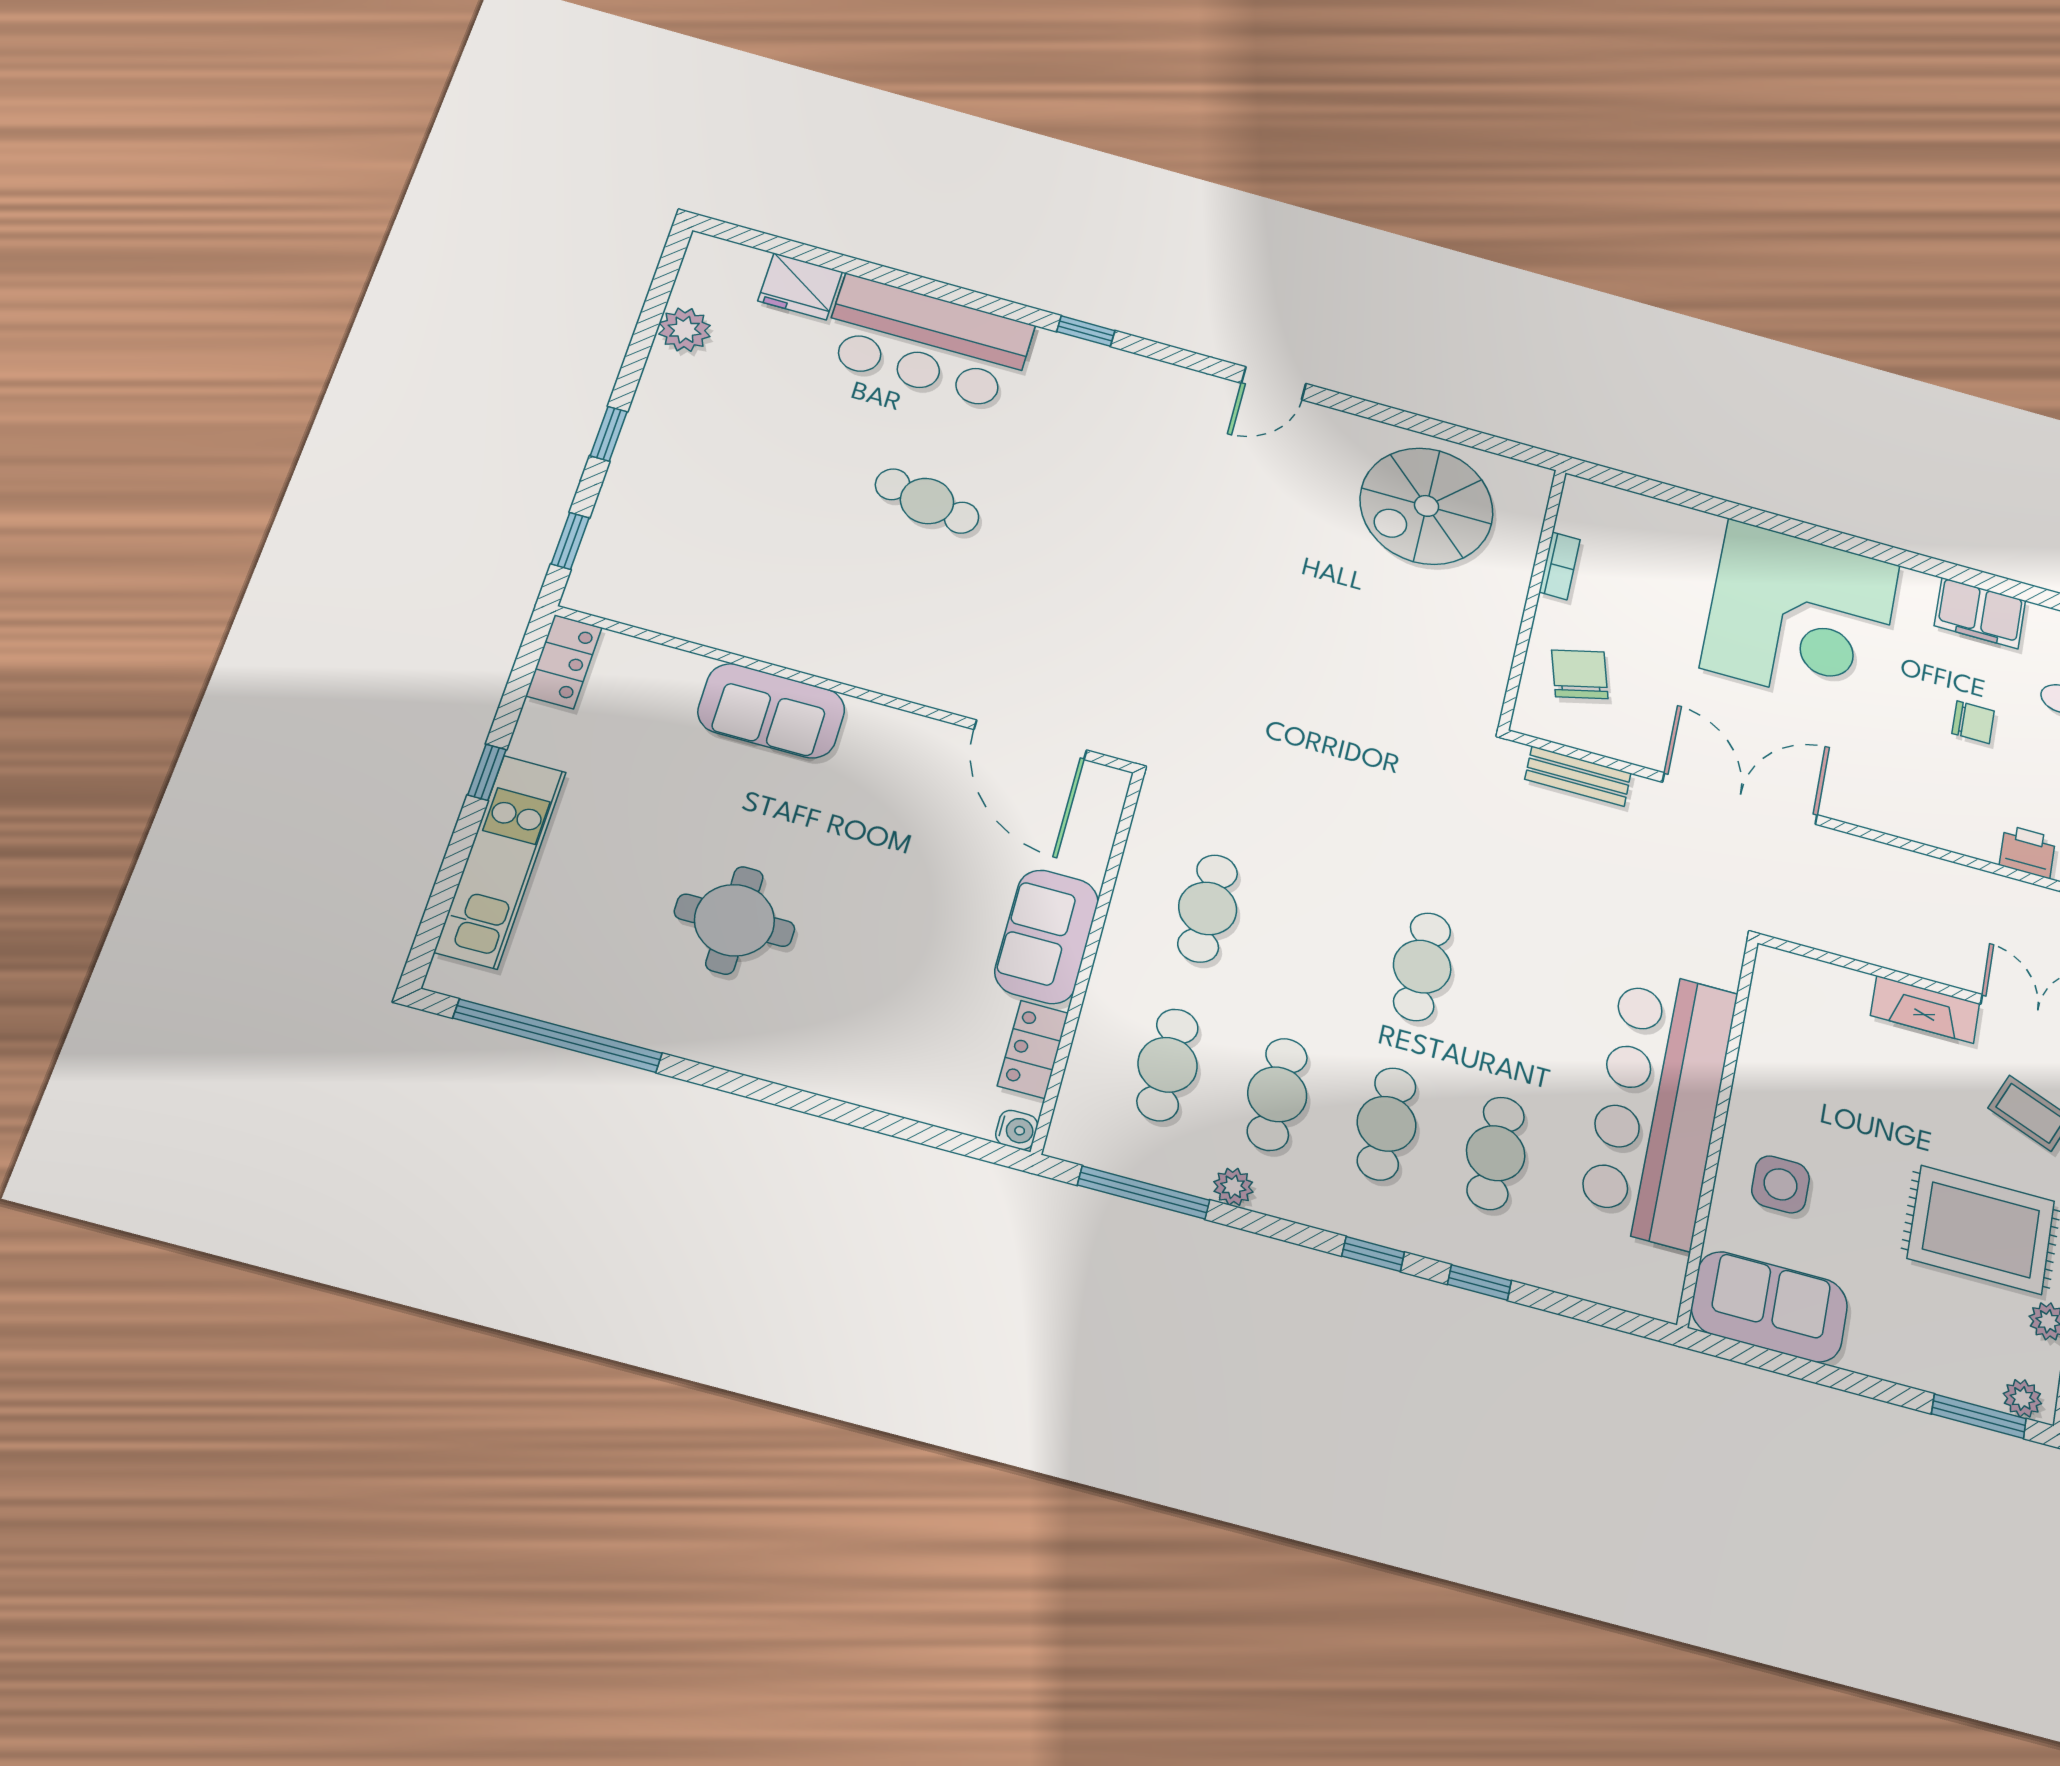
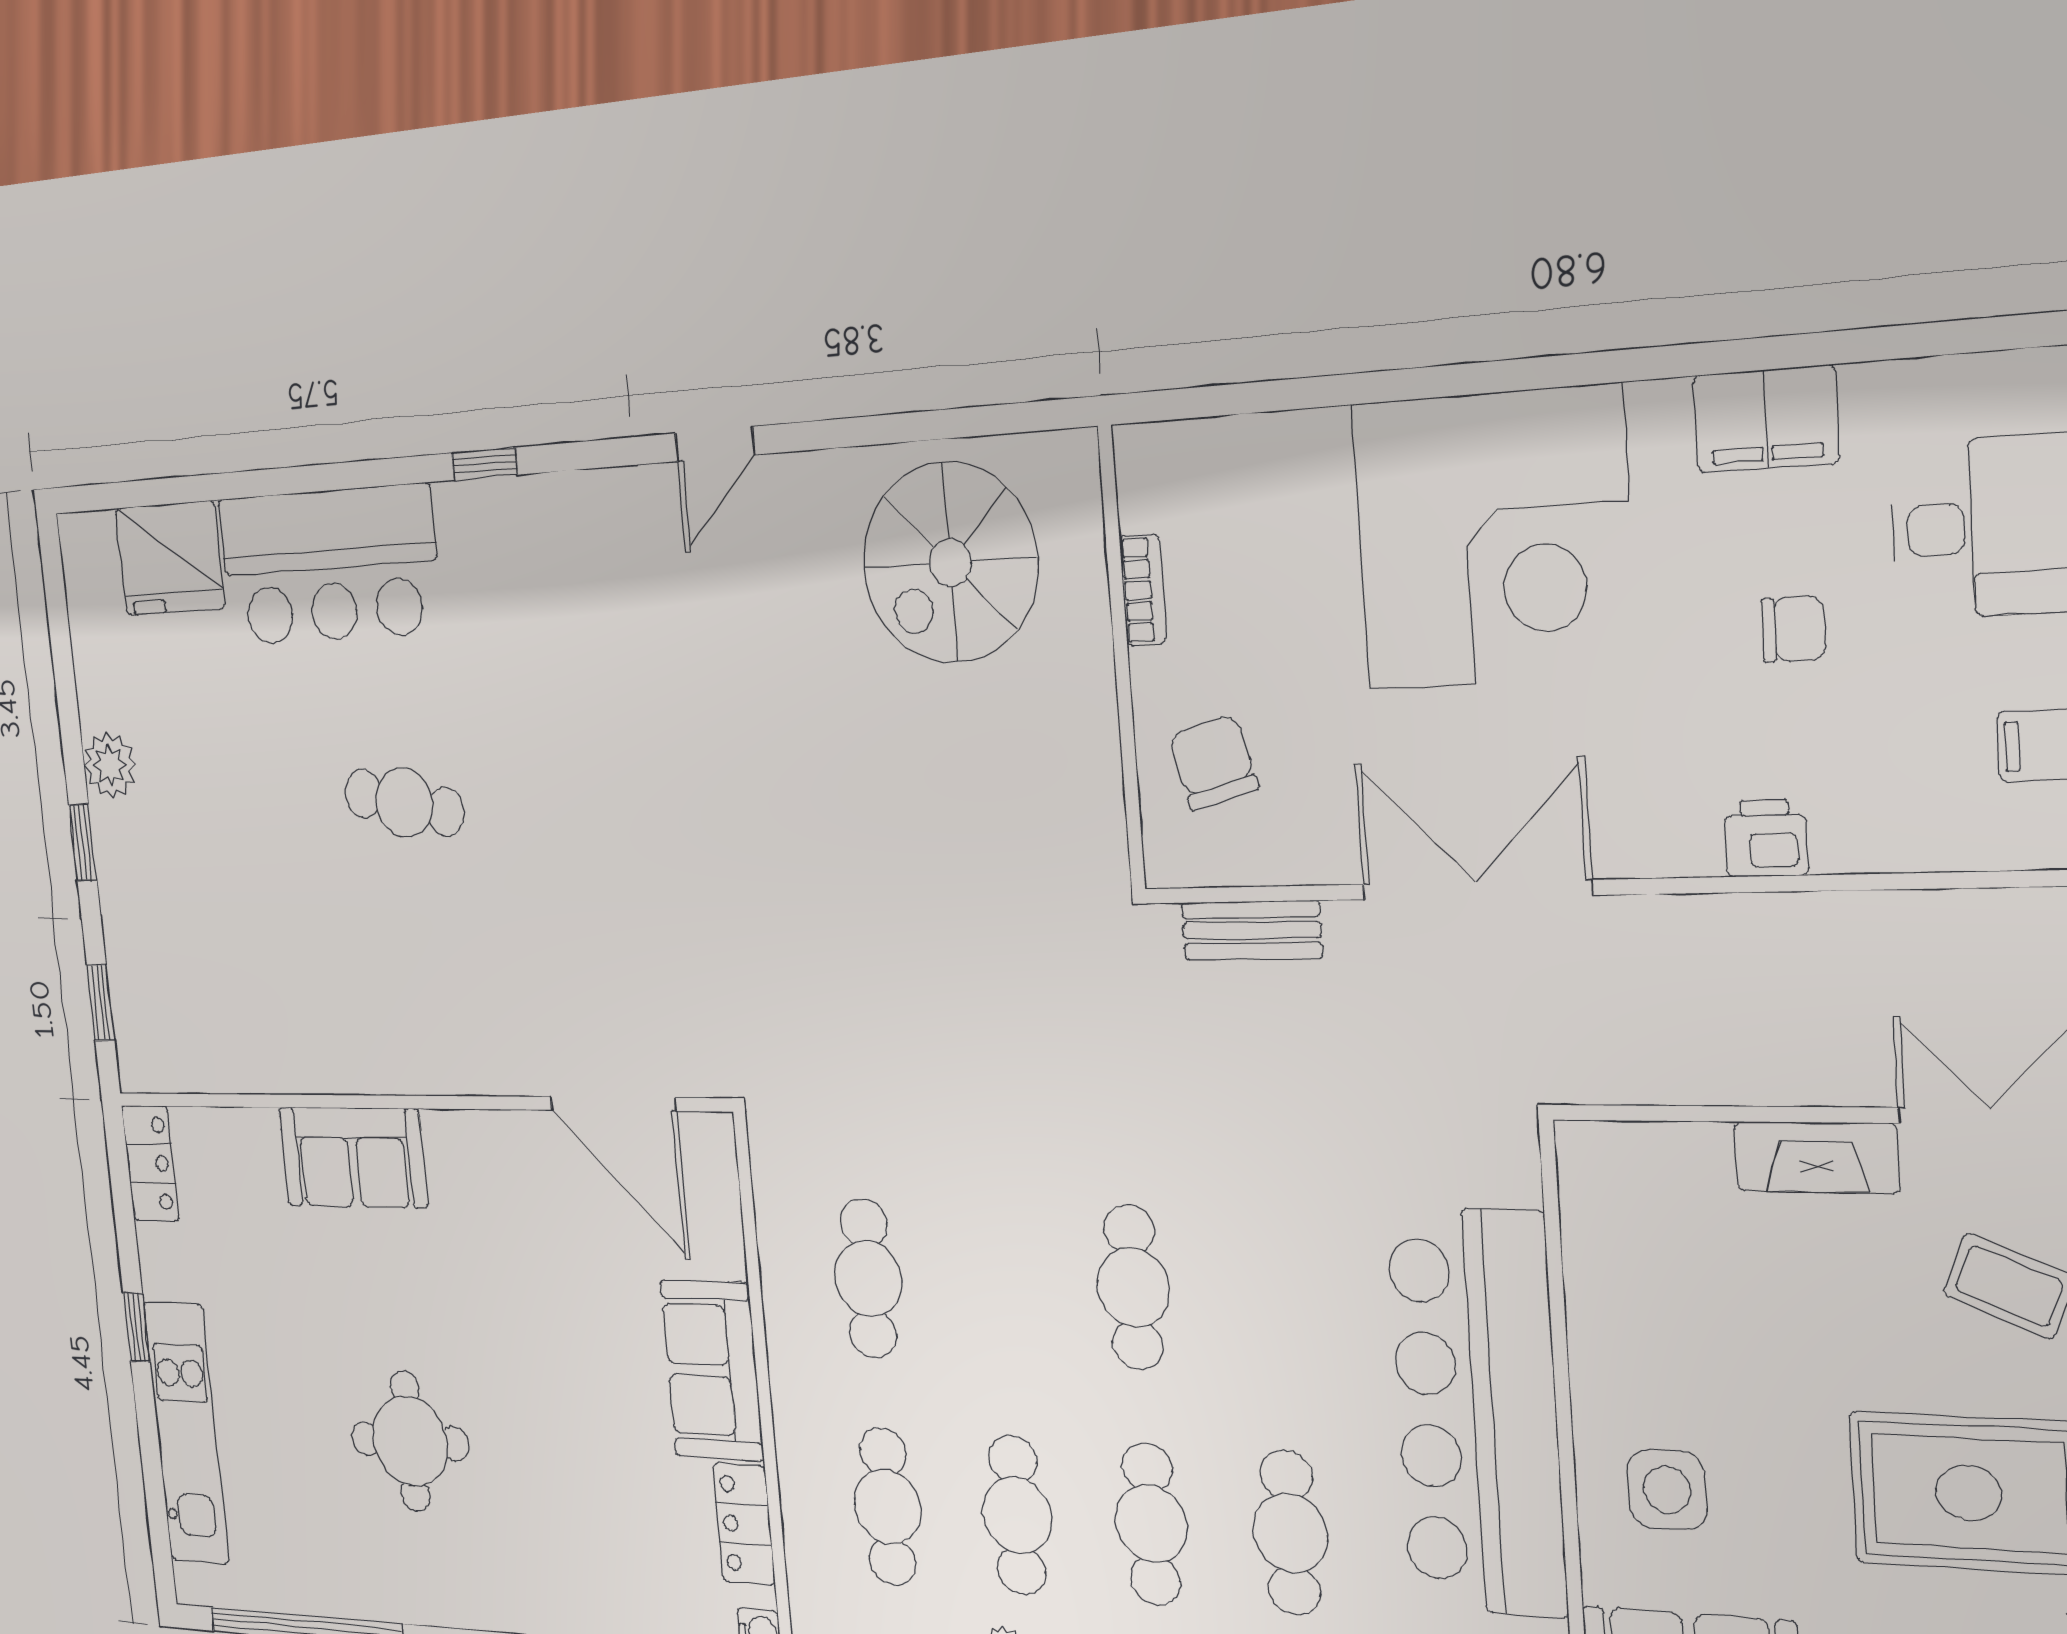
fridge: (800, 286) -> (170, 558), width x1.36, depth x1.34
plant: (685, 330) -> (110, 765), moved
printer: (2027, 852) -> (1766, 838), moved

